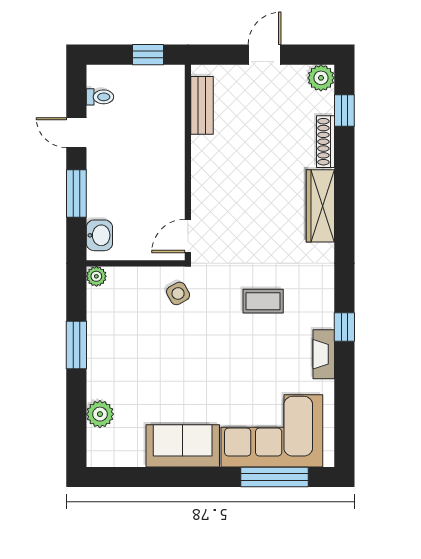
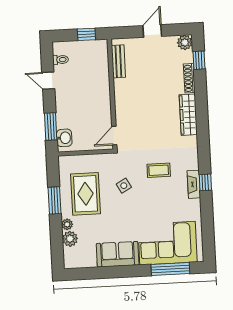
window: (76, 193) -> (51, 126), moved
plant: (96, 276) -> (67, 224), moved
side table: (178, 293) -> (124, 186), moved
rug: (132, 336) -> (85, 194), added
fireplace: (324, 354) -> (194, 184), moved

